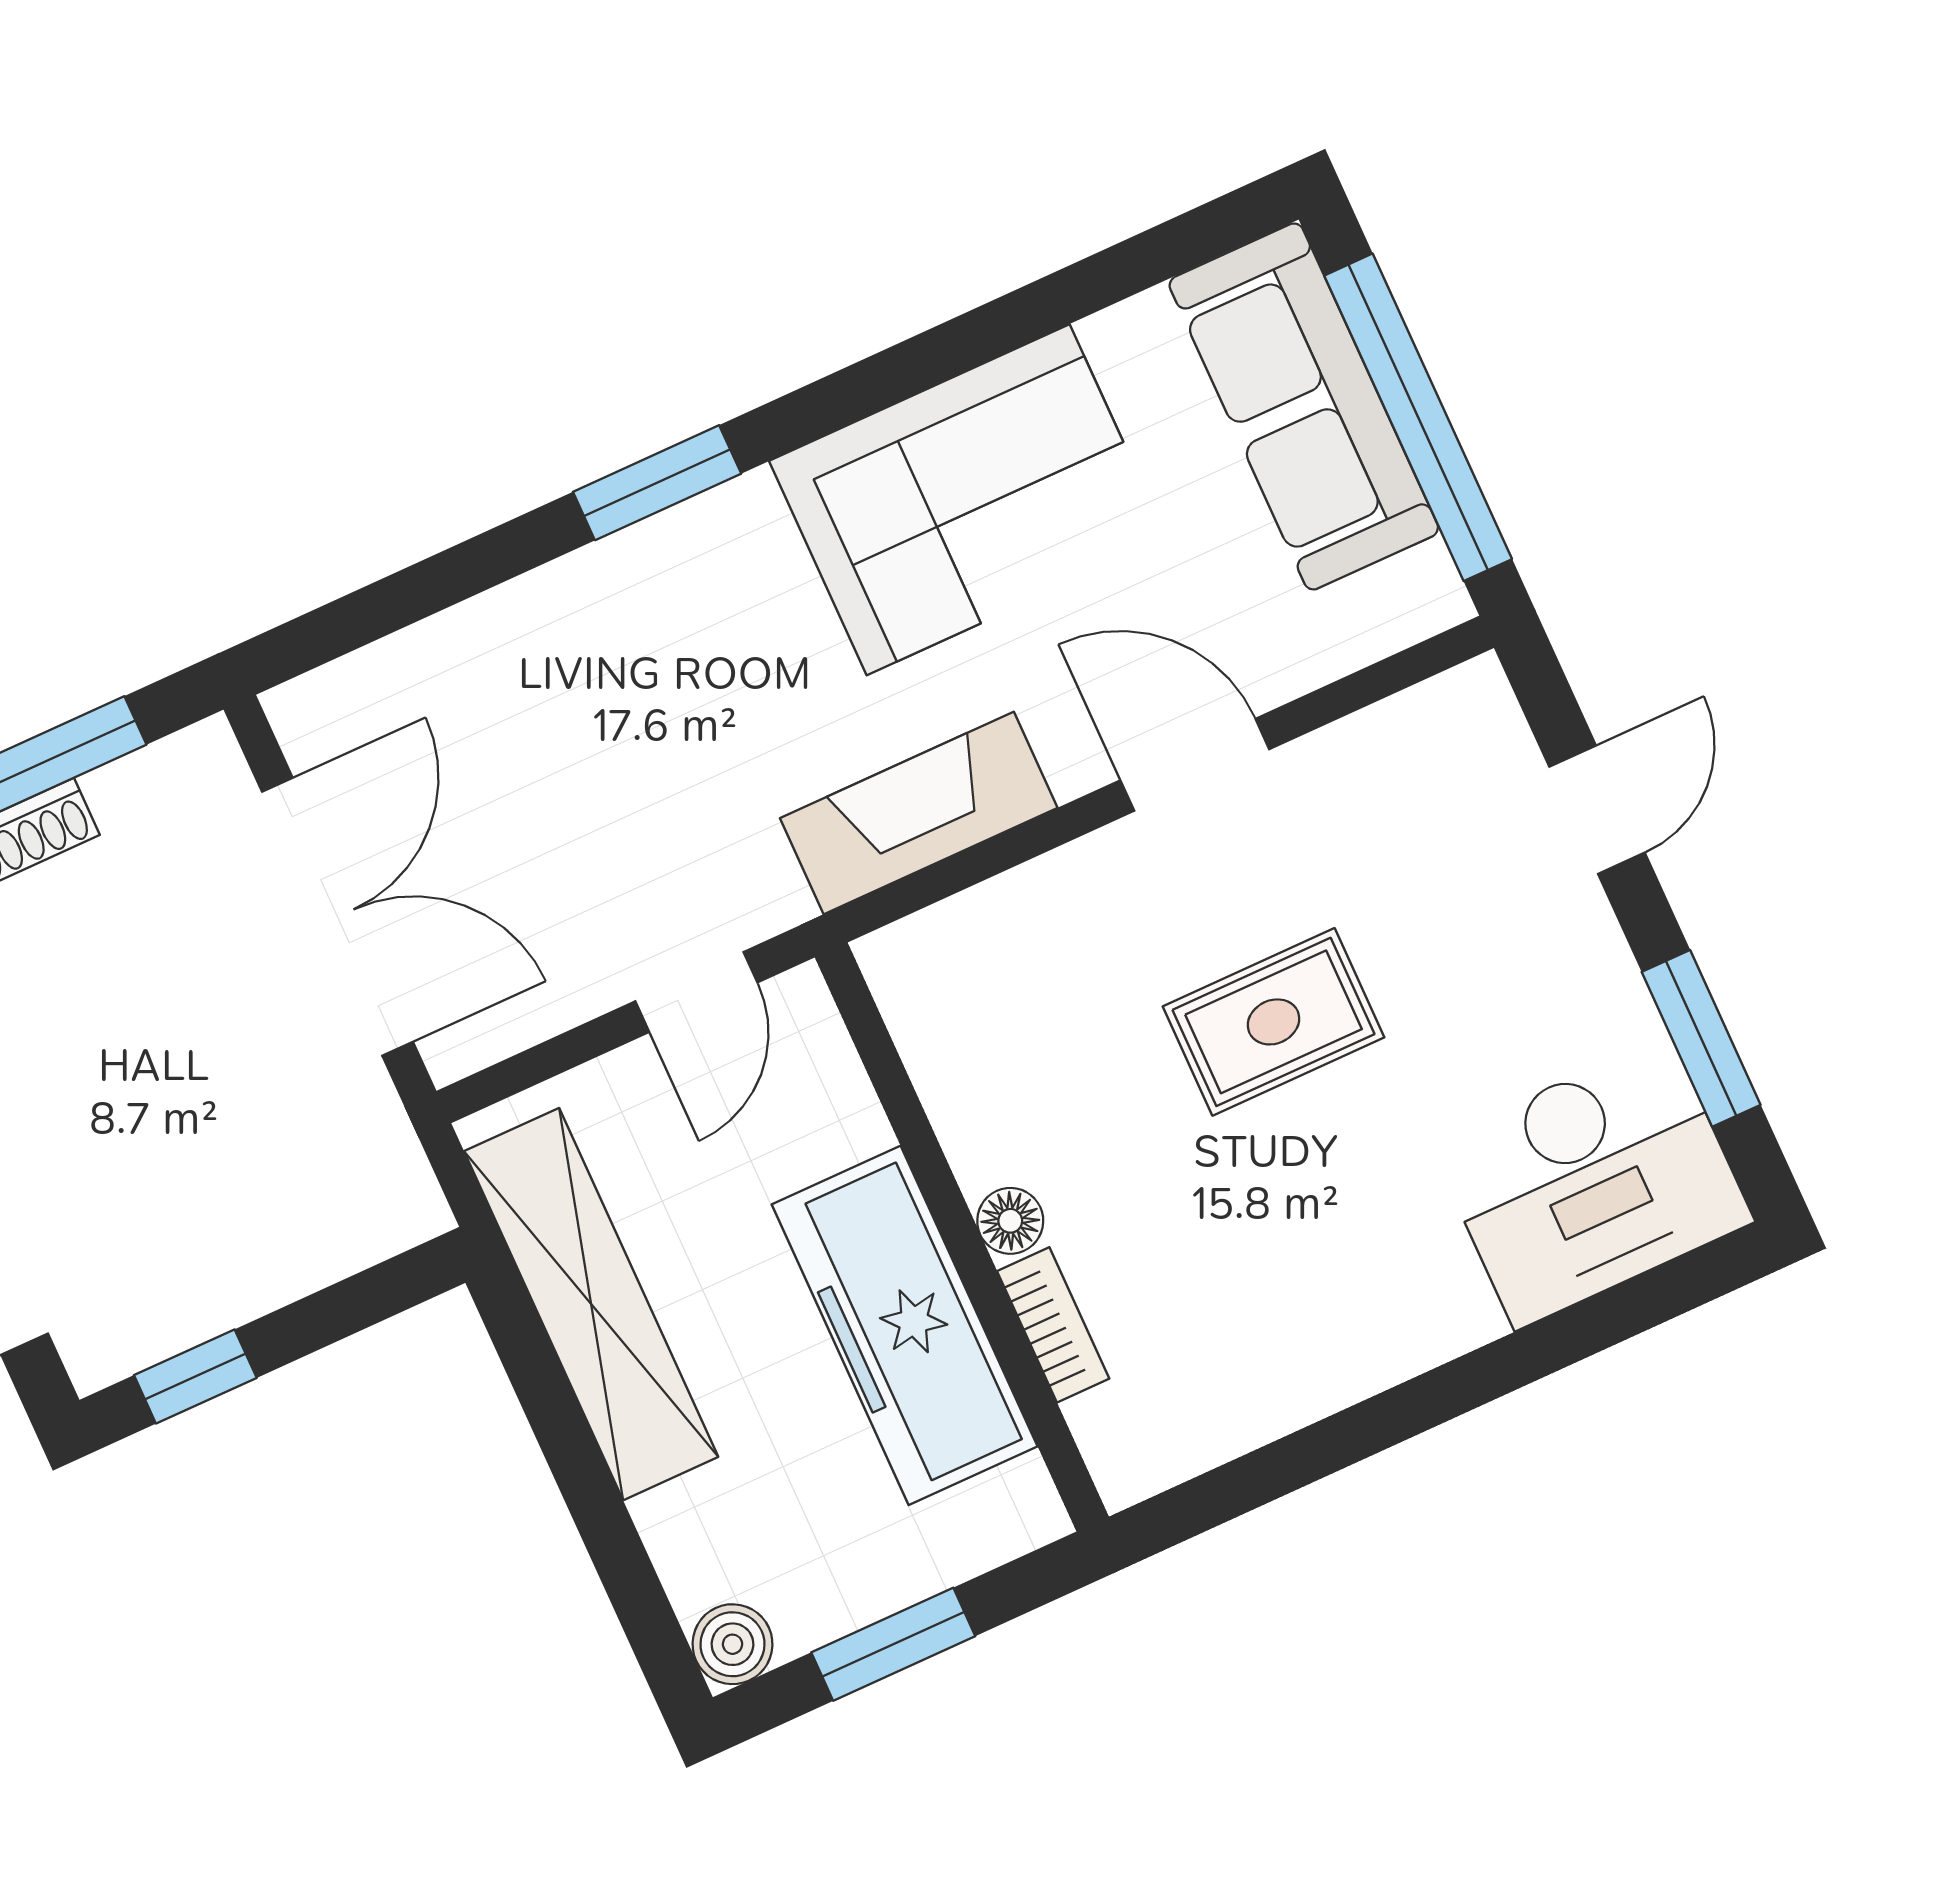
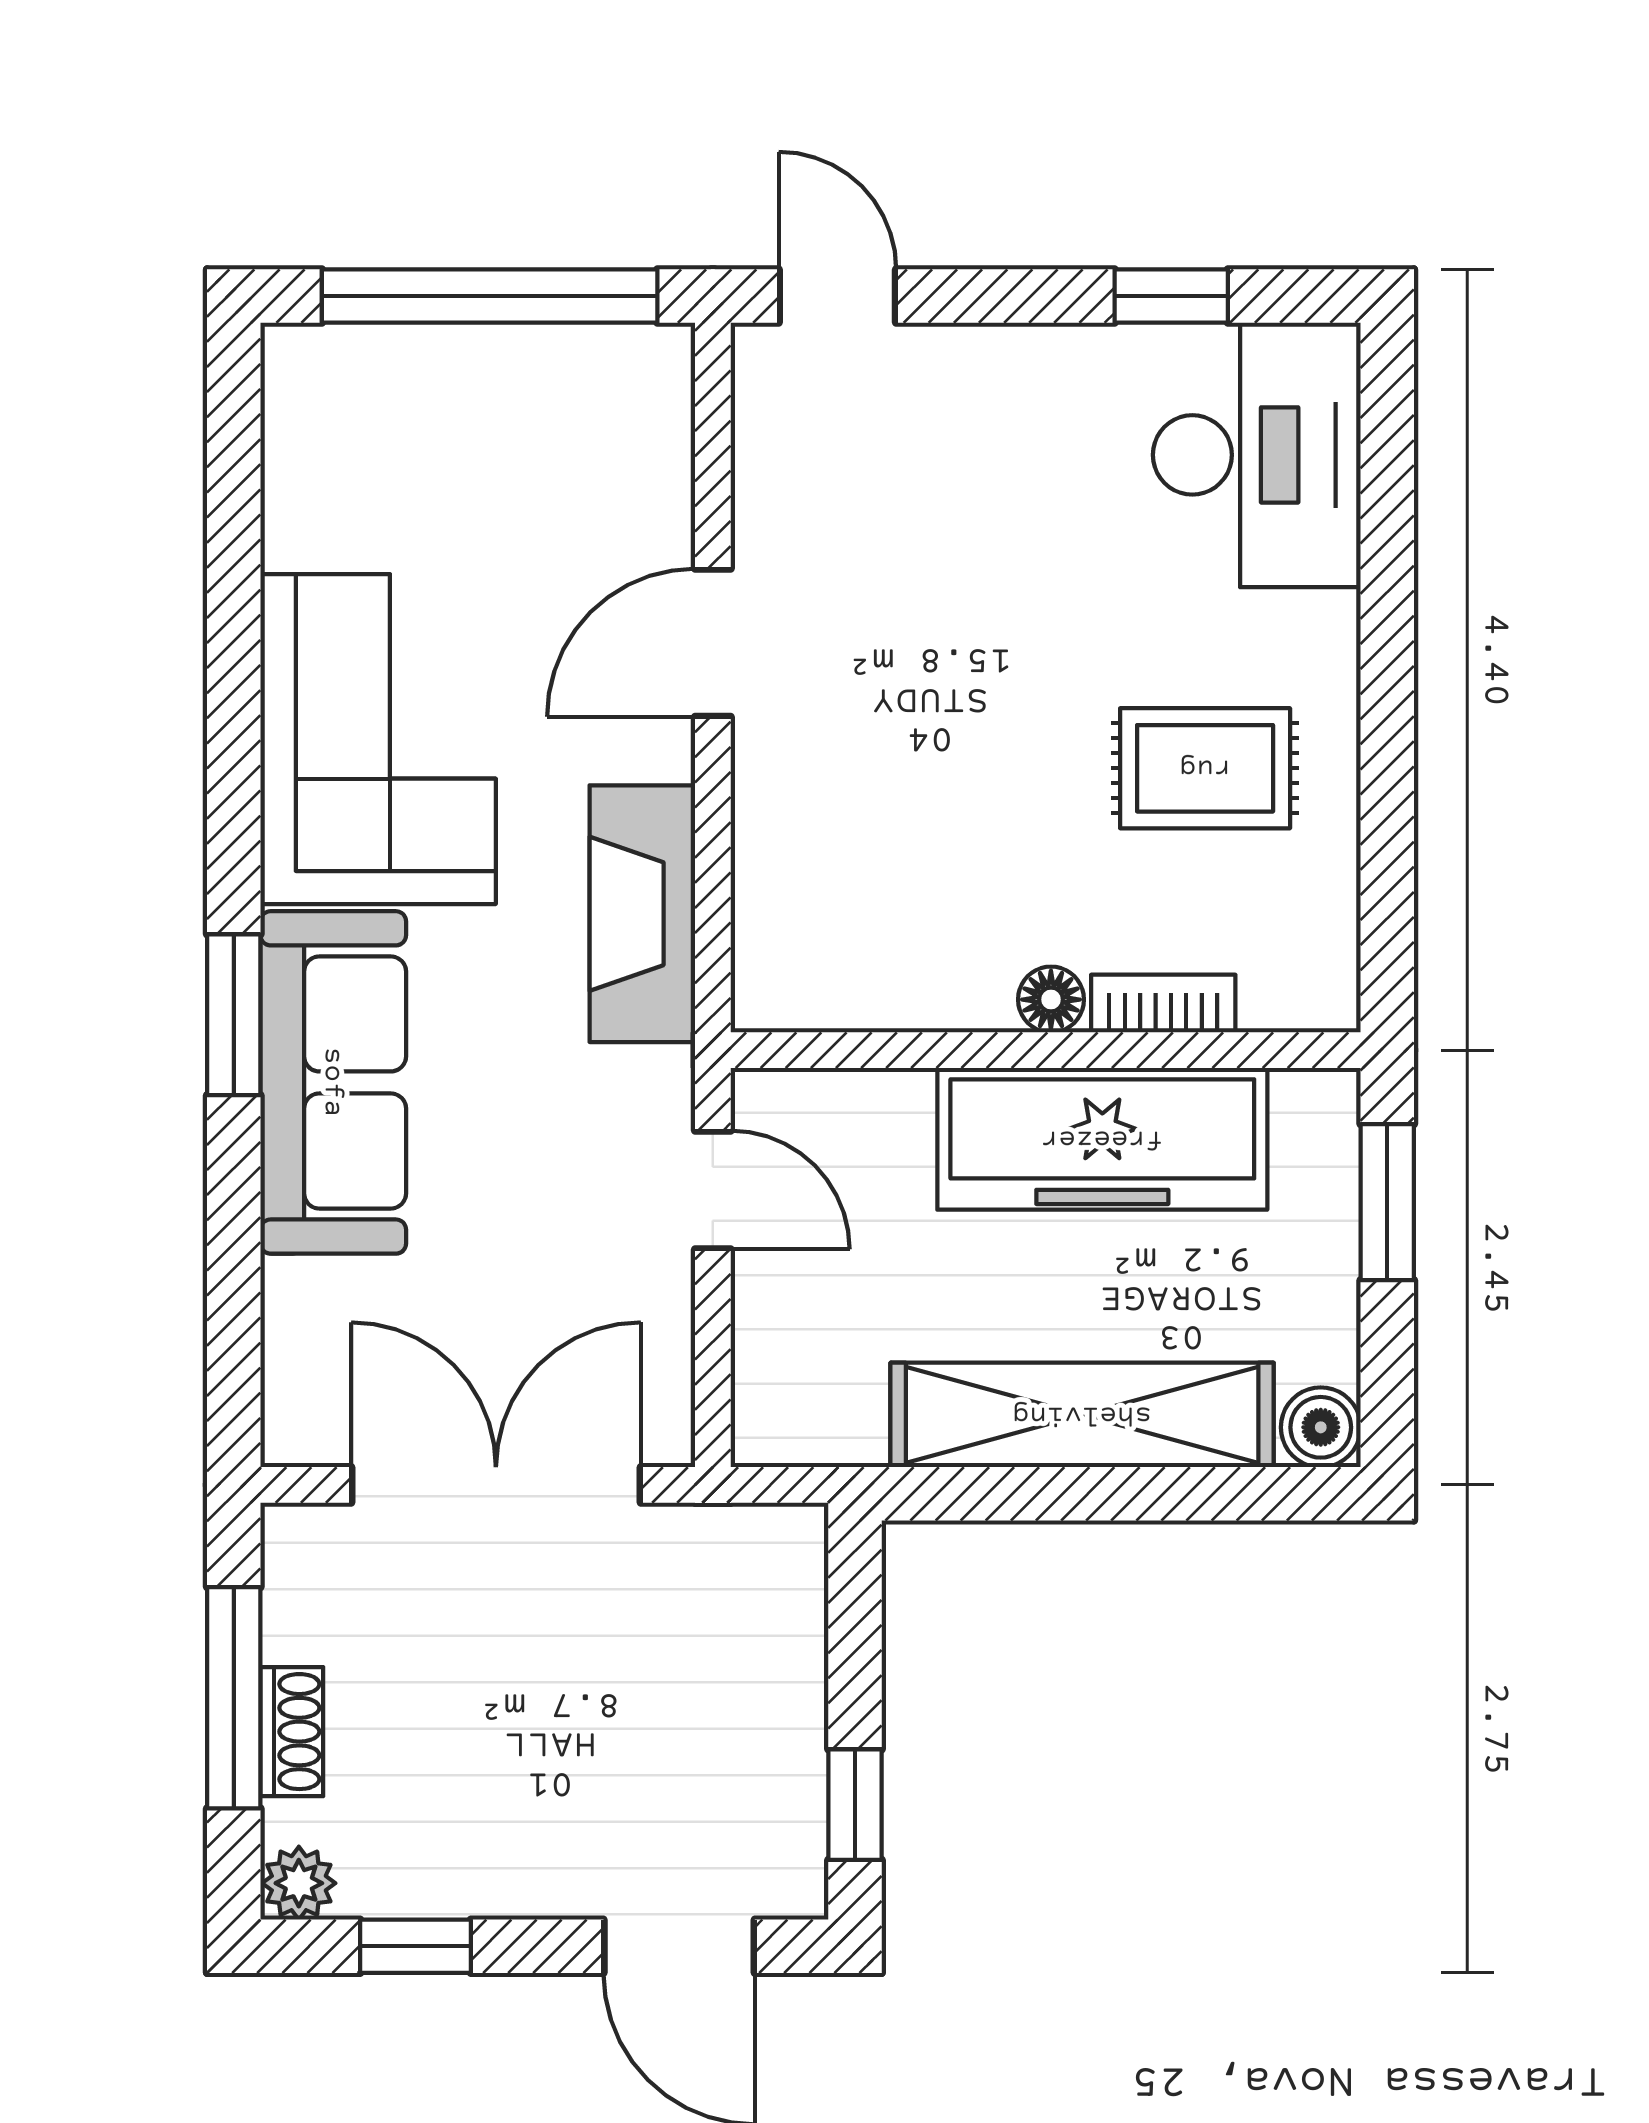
sofa: (1304, 406) -> (333, 1082), moved, turned -90
door: (1597, 810) -> (837, 296), moved
rug: (1273, 1022) -> (1205, 768), moved, turned 90
window: (1701, 1038) -> (1171, 296), width x0.67
shelving: (591, 1304) -> (1082, 1415), moved
window: (893, 1644) -> (1387, 1202), moved

